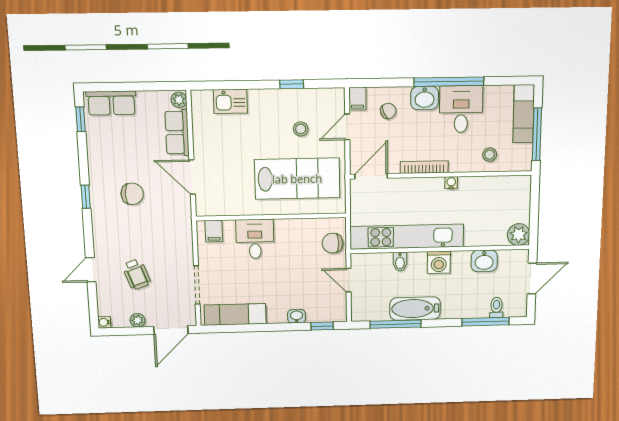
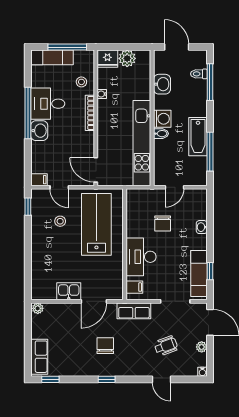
window: (292, 84) -> (28, 207), moved
kitchen sink: (230, 101) -> (69, 291), moved, turned -90
chair: (388, 111) -> (48, 157), removed
row of seats: (177, 133) -> (134, 311), moved
bookcase: (424, 167) -> (90, 113), moved
water cooler: (451, 183) -> (102, 94), moved
fridge: (520, 189) -> (107, 59), added
plant: (519, 235) -> (127, 58), moved
desk: (255, 239) -> (141, 257), width x1.37
chair: (332, 243) -> (163, 223), moved
bidet: (400, 262) -> (161, 134), moved
window: (322, 326) -> (210, 271), moved

